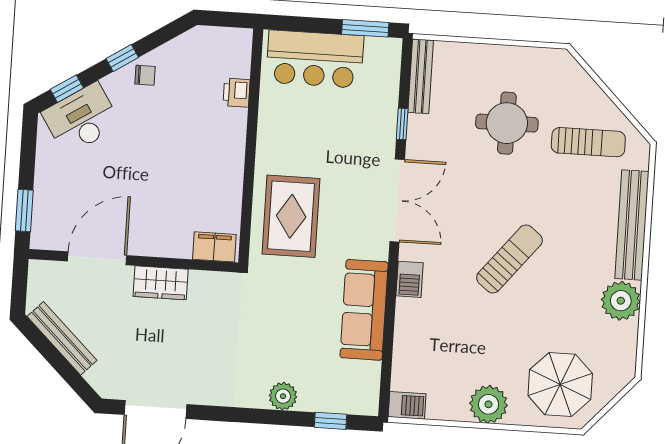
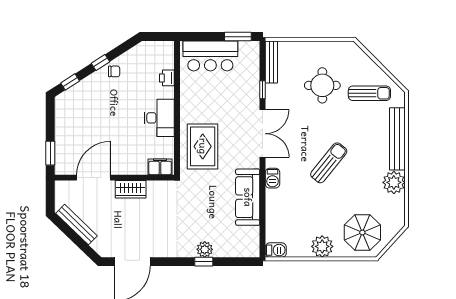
desk: (81, 119) -> (159, 118), moved, turned 123
window: (331, 421) -> (204, 262), moved

